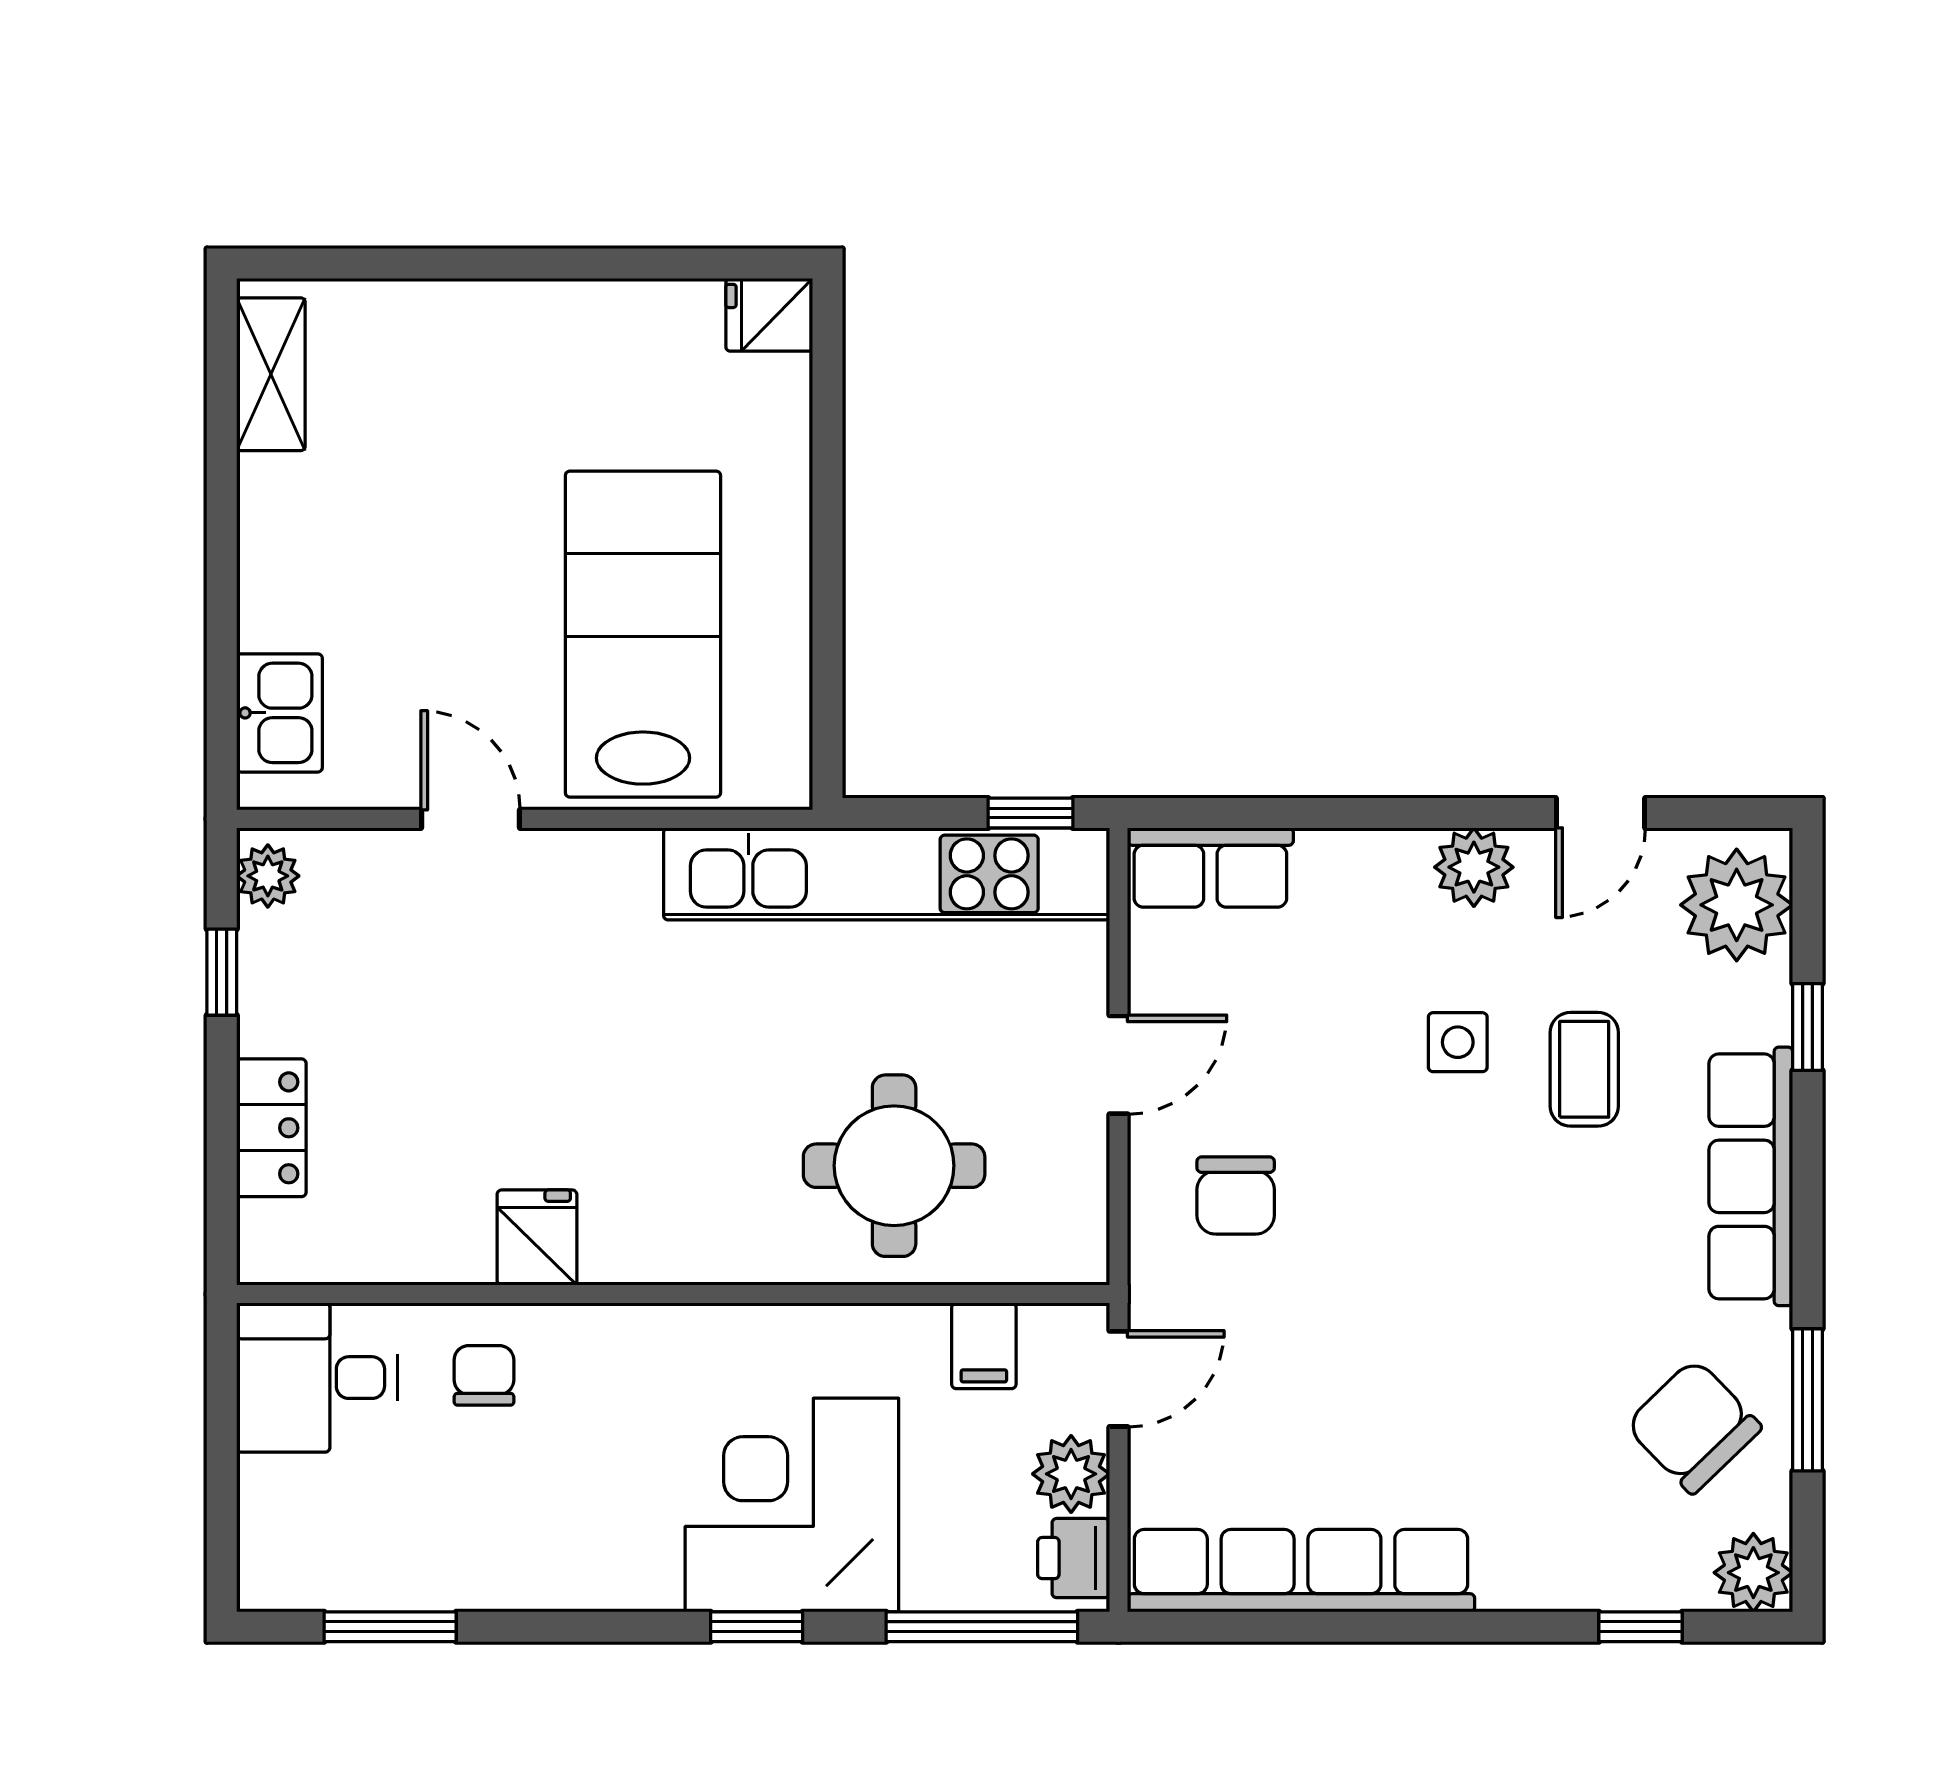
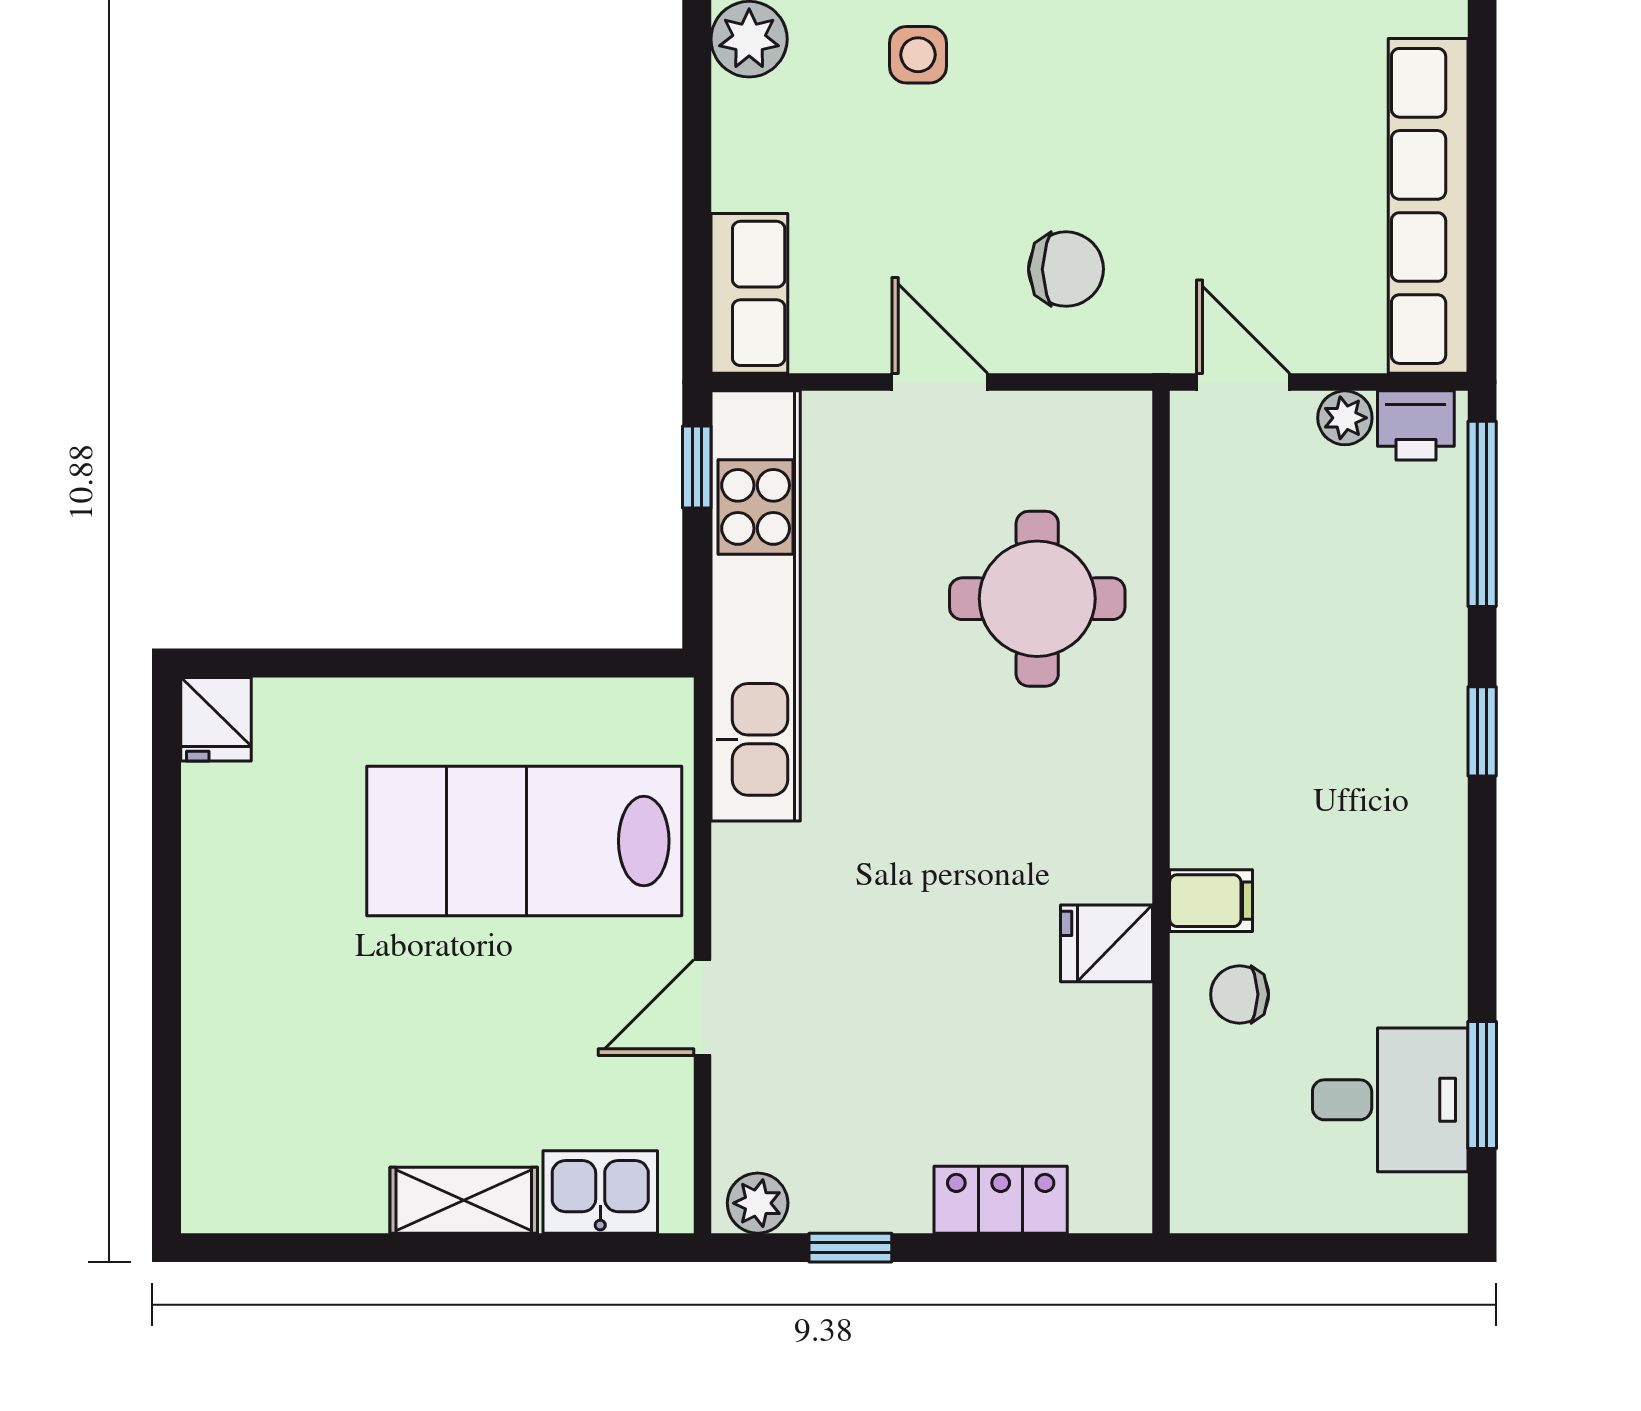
shelving: (271, 374) -> (464, 1200), moved
filing cabinet: (984, 1346) -> (1211, 901), moved
desk: (317, 1378) -> (1390, 1100), moved, turned -90
plant: (1071, 1474) -> (1345, 418), width x0.73, depth x0.73
corner desk: (792, 1505) -> (1365, 697), removed

